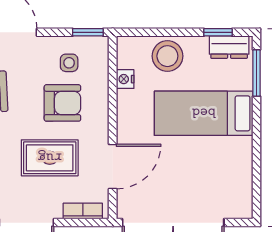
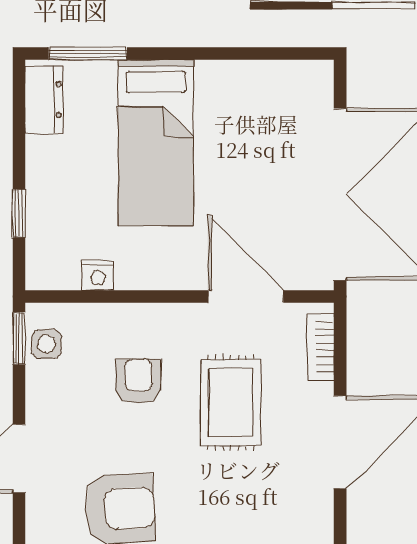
window: (218, 32) -> (19, 213), moved
stool: (167, 56) -> (59, 204), removed
side table: (69, 63) -> (46, 344), moved
armchair: (62, 103) -> (138, 381), width x0.72, depth x0.72

